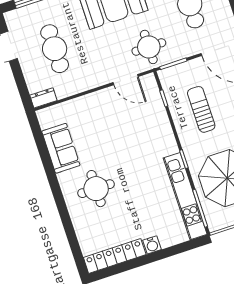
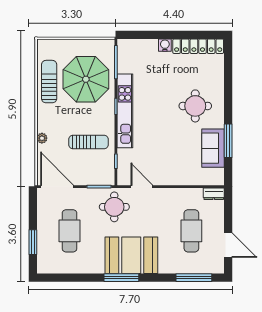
sun lounger: (201, 109) -> (88, 142), turned -90
window: (47, 162) -> (228, 141), added
kitchen unit: (185, 196) -> (125, 111), moved

